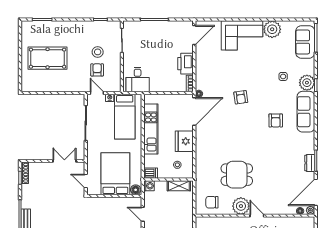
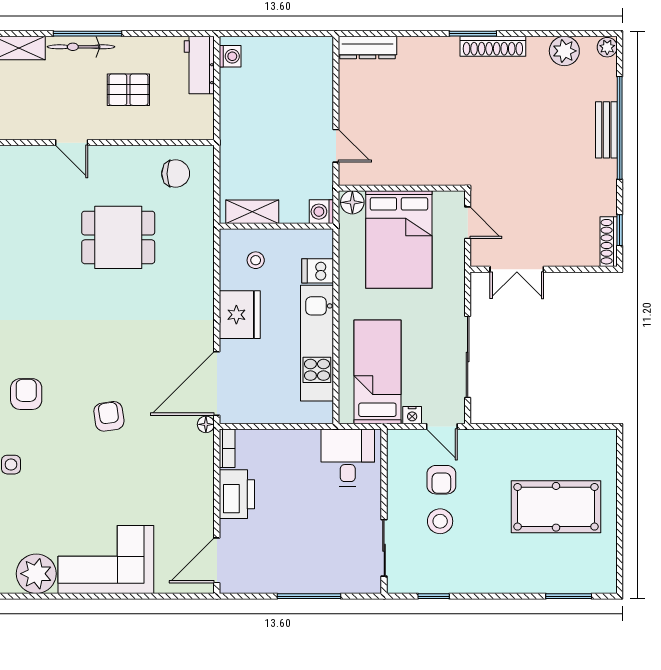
armchair: (276, 120) -> (26, 394), moved
dishwasher: (151, 173) -> (318, 271), moved
plant: (241, 206) -> (109, 165), removed

